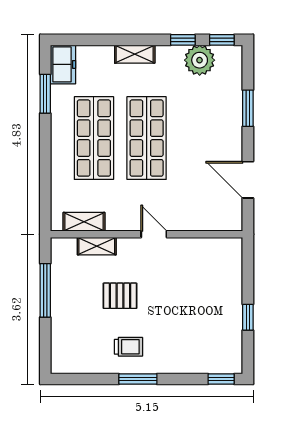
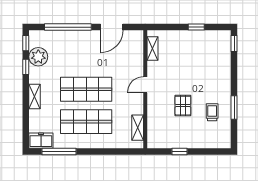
window: (45, 94) -> (59, 151), width x1.44
window: (248, 108) -> (68, 27), width x2.11
shelving: (97, 246) -> (152, 49), moved
window: (45, 290) -> (180, 151), width x0.46
trolley: (128, 347) -> (212, 112), moved
window: (138, 379) -> (234, 108), moved

